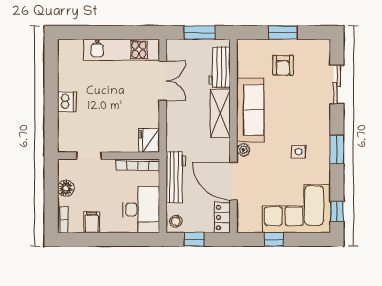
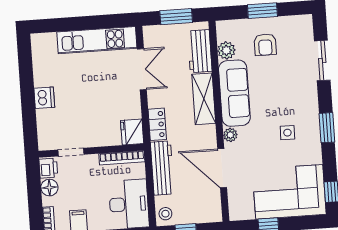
plant: (245, 68) -> (226, 50), added
printer: (66, 169) -> (48, 168), added
locker: (222, 217) -> (157, 124), moved, turned 180

